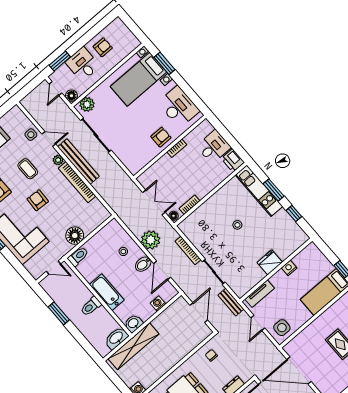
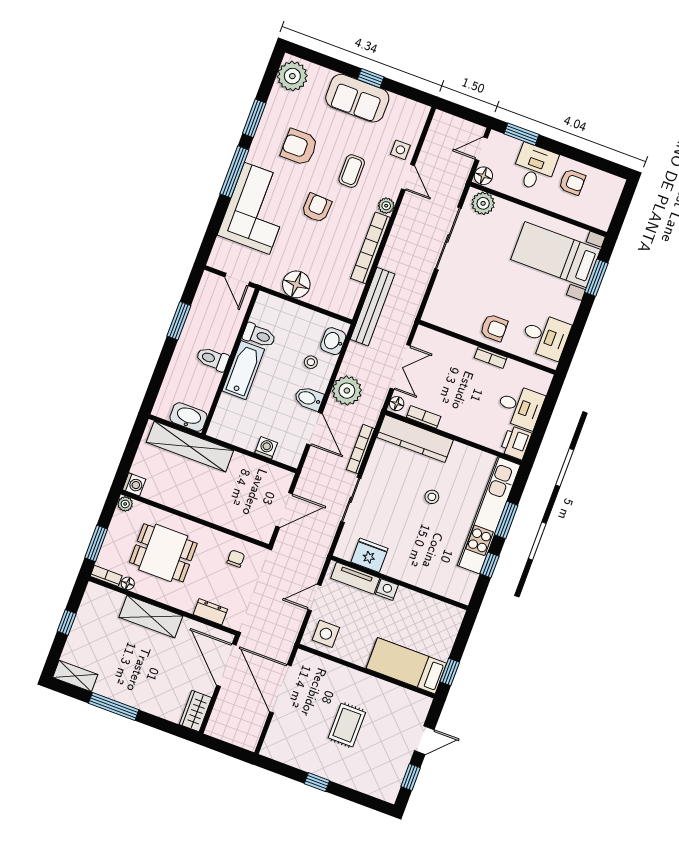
desk: (179, 107) -> (546, 336), width x0.73
bench: (78, 162) -> (372, 307), moved
kitchen unit: (259, 191) -> (489, 515), width x1.36
kitchen counter: (199, 216) -> (415, 439), added
toilet: (78, 256) -> (259, 335), moved
fridge: (270, 262) -> (370, 555), moved
nightstand: (289, 268) -> (387, 590), moved
door: (162, 270) -> (314, 429), swing flipped
bench: (231, 302) -> (322, 546), removed
washbasin: (133, 323) -> (333, 341), moved, turned -90

